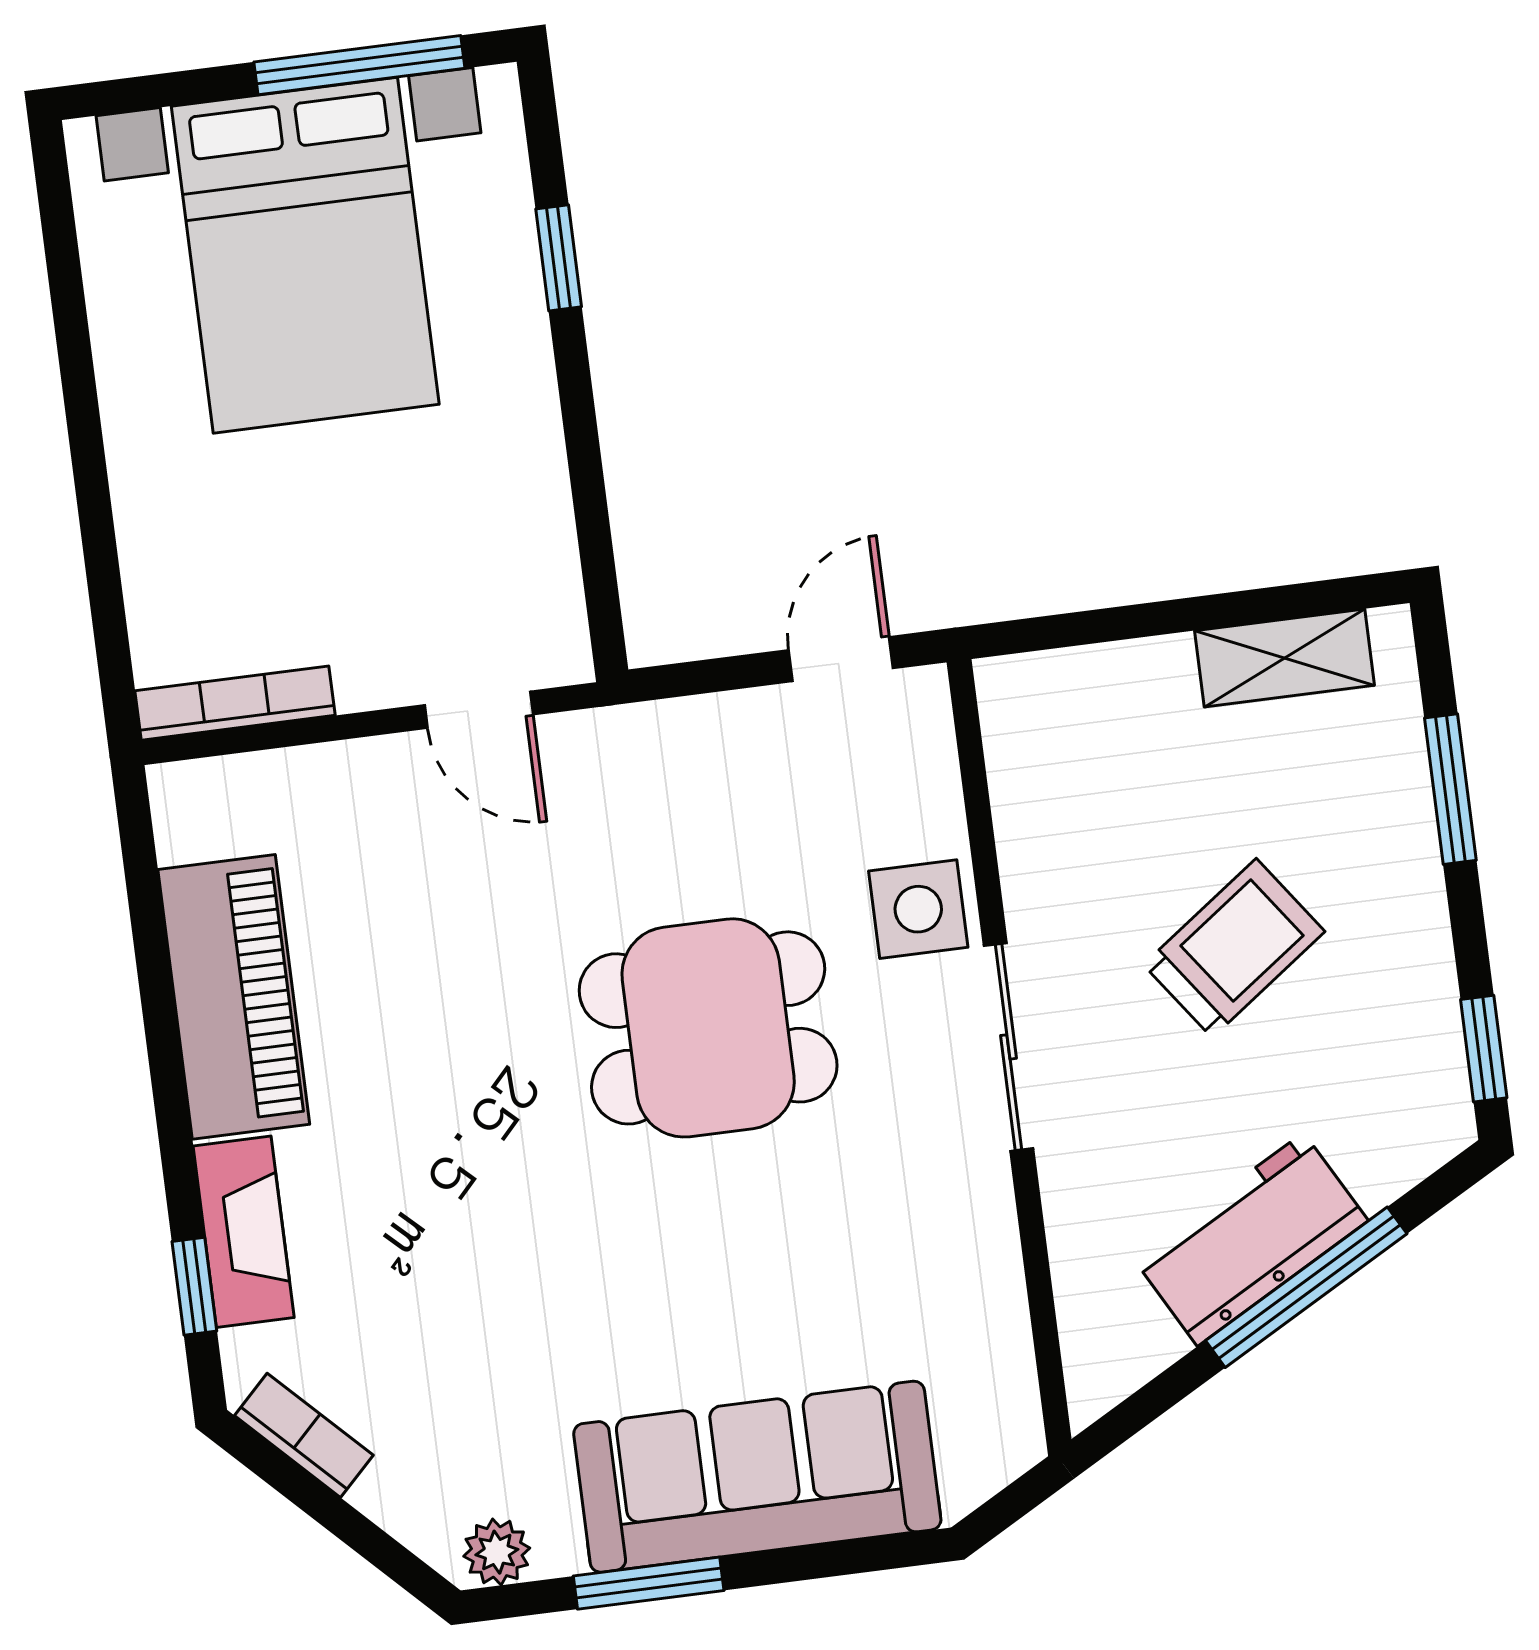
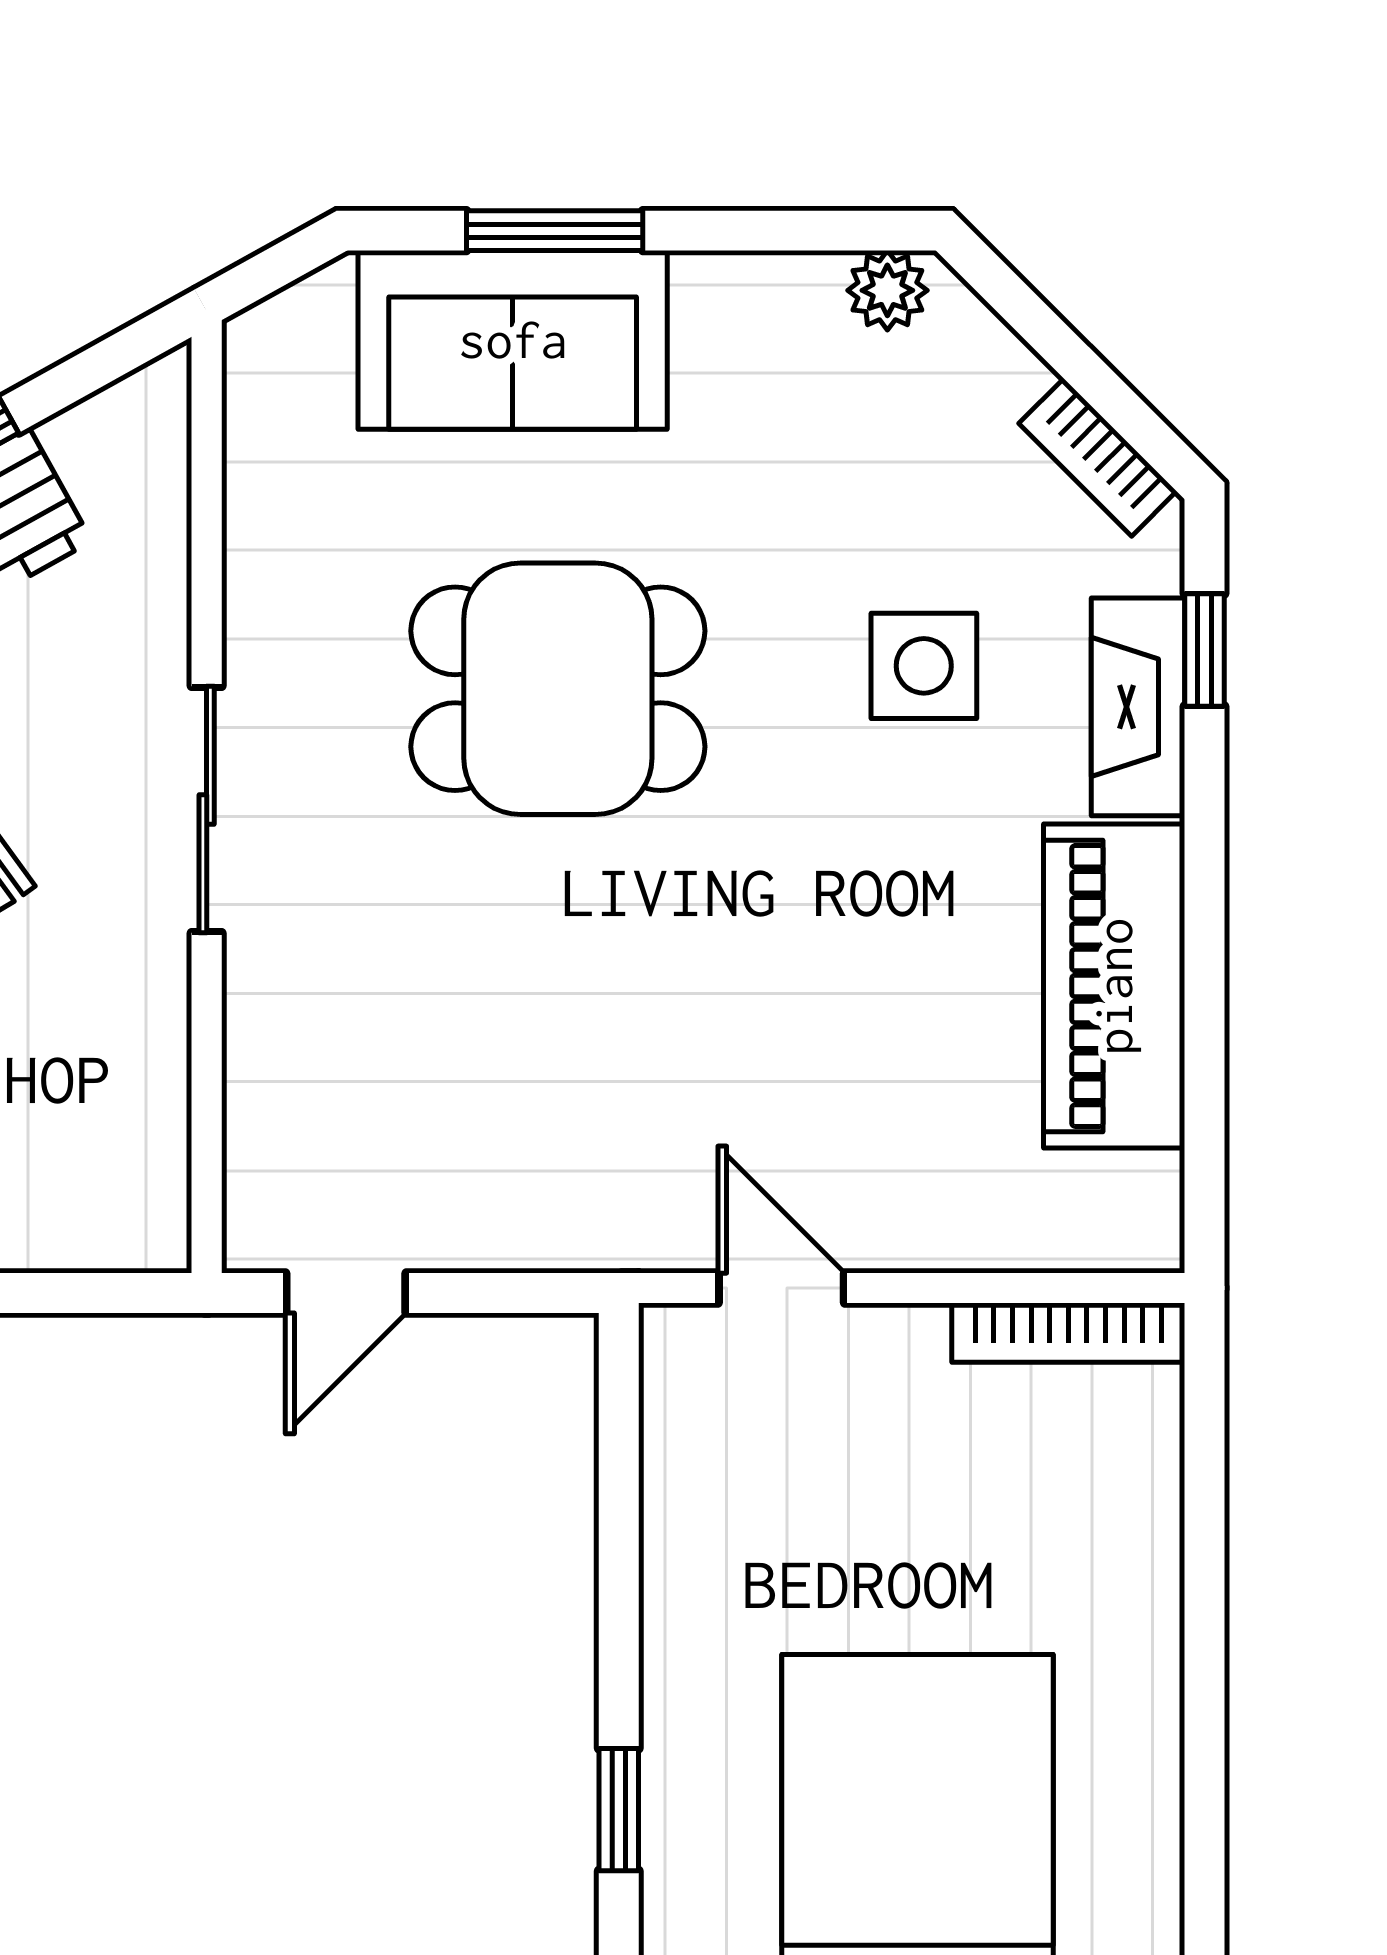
side table: (918, 909) -> (924, 666), moved
dining table: (708, 1028) -> (558, 689), moved
sofa: (757, 1477) -> (513, 340), width x0.73
window: (649, 1583) -> (555, 231), moved

